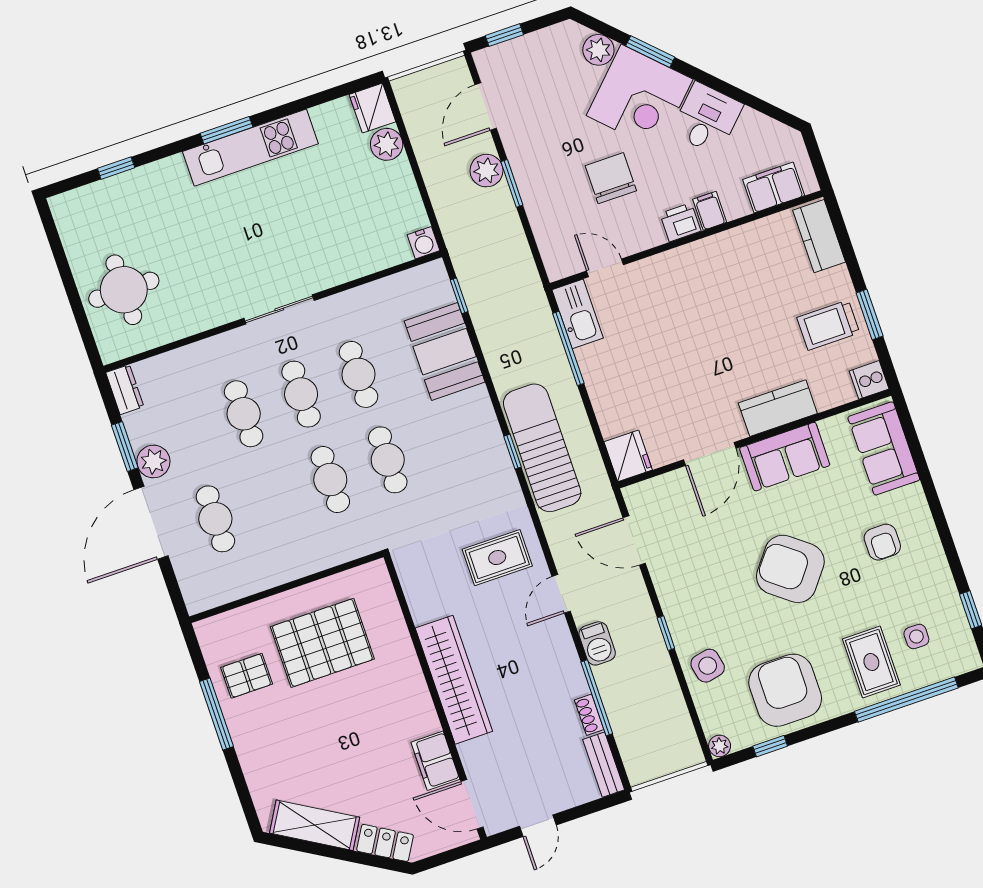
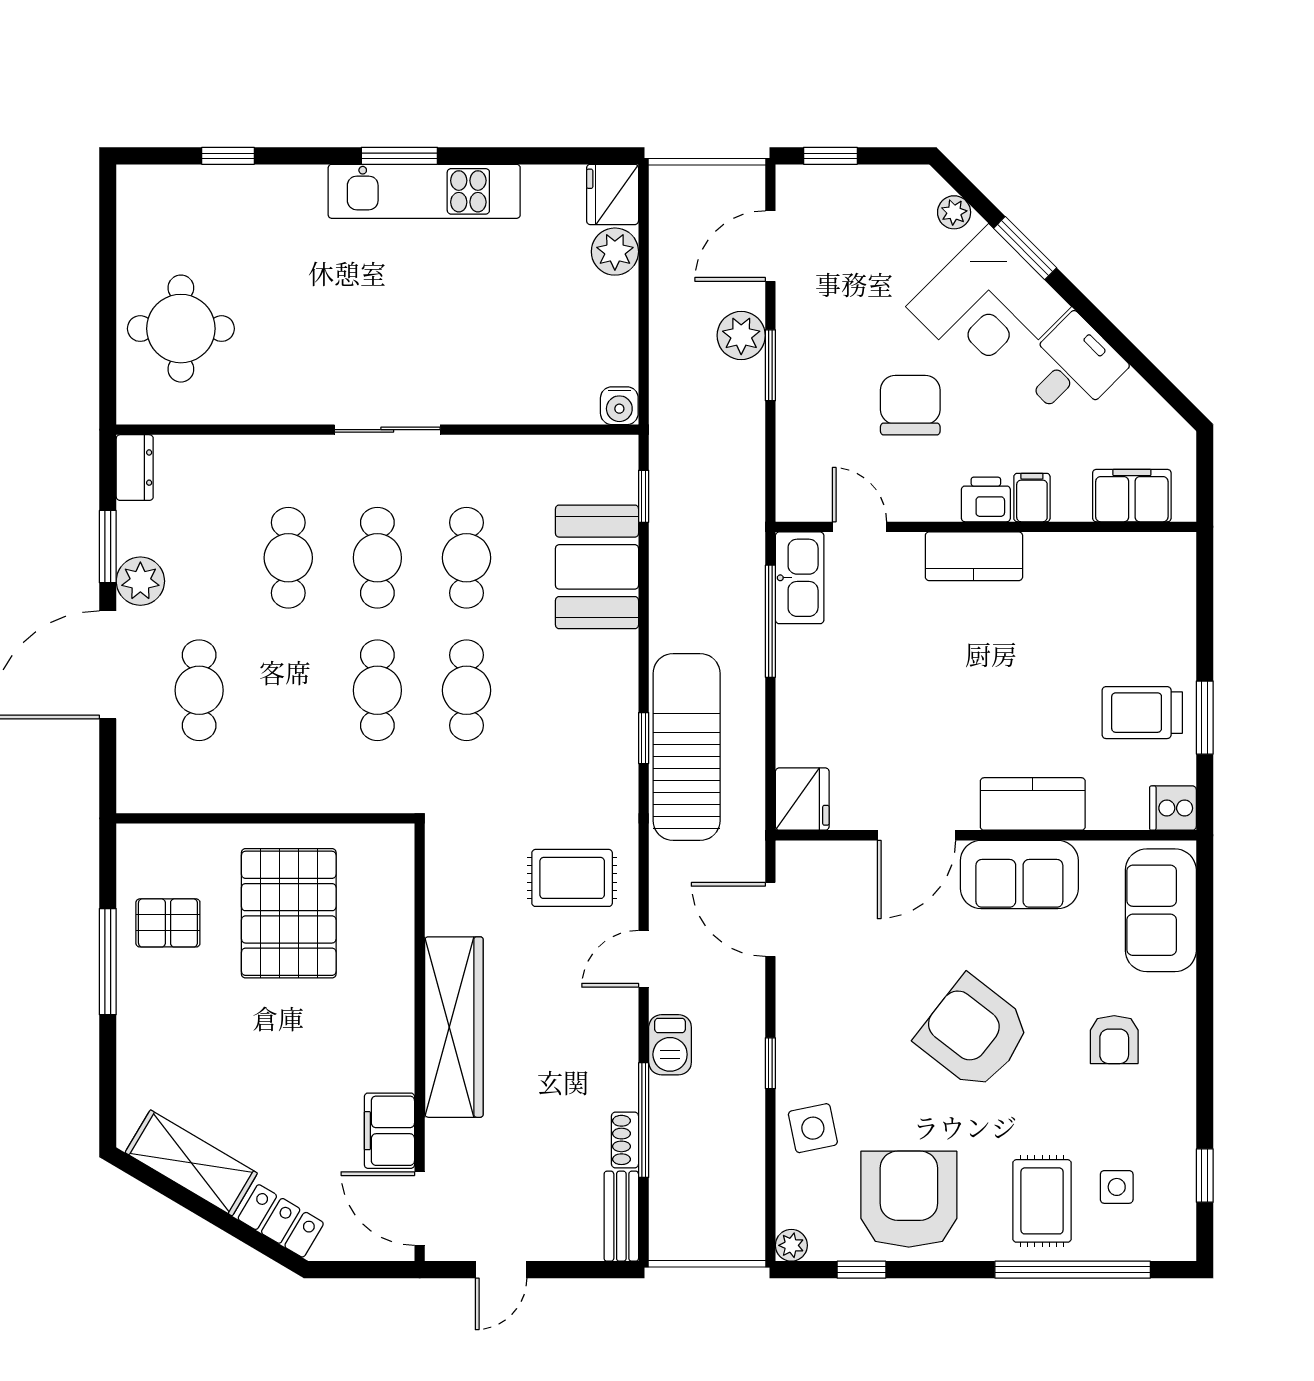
plant: (598, 50) -> (954, 212), width x0.73, depth x0.73
kitchen counter: (819, 236) -> (974, 556), moved, turned -90
pallet: (322, 643) -> (289, 913), turned 90

